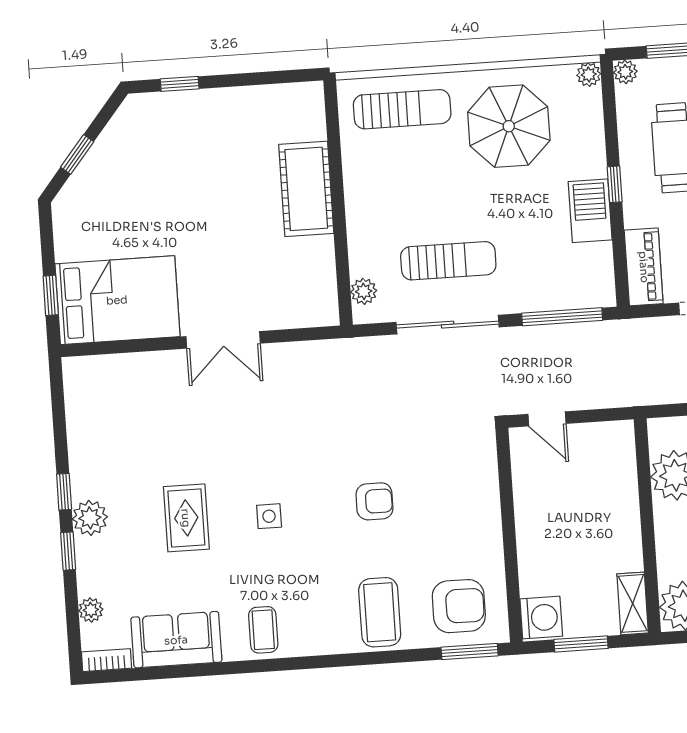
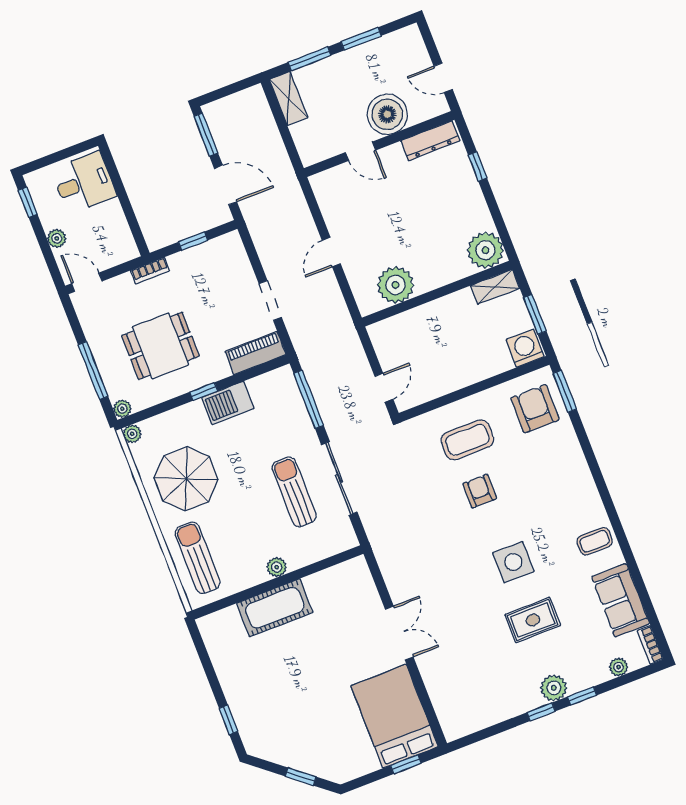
plant: (364, 291) -> (277, 567), moved
side table: (269, 516) -> (513, 562), width x1.87, depth x1.87
coffee table: (380, 612) -> (467, 440), moved

